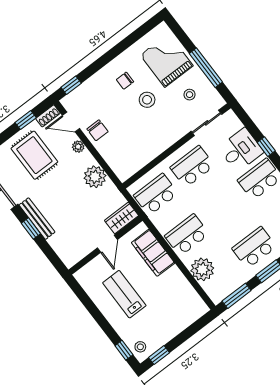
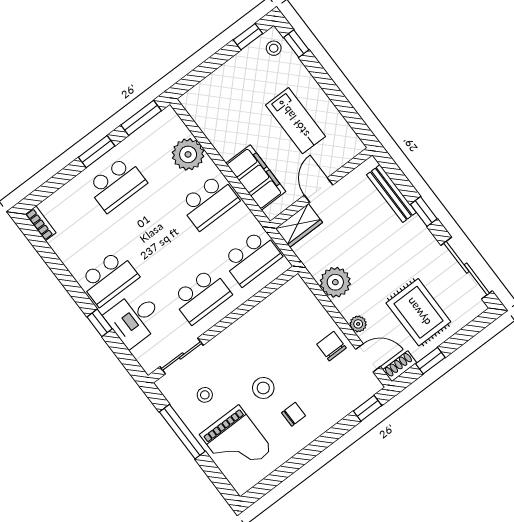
bench: (37, 219) -> (391, 194), moved

